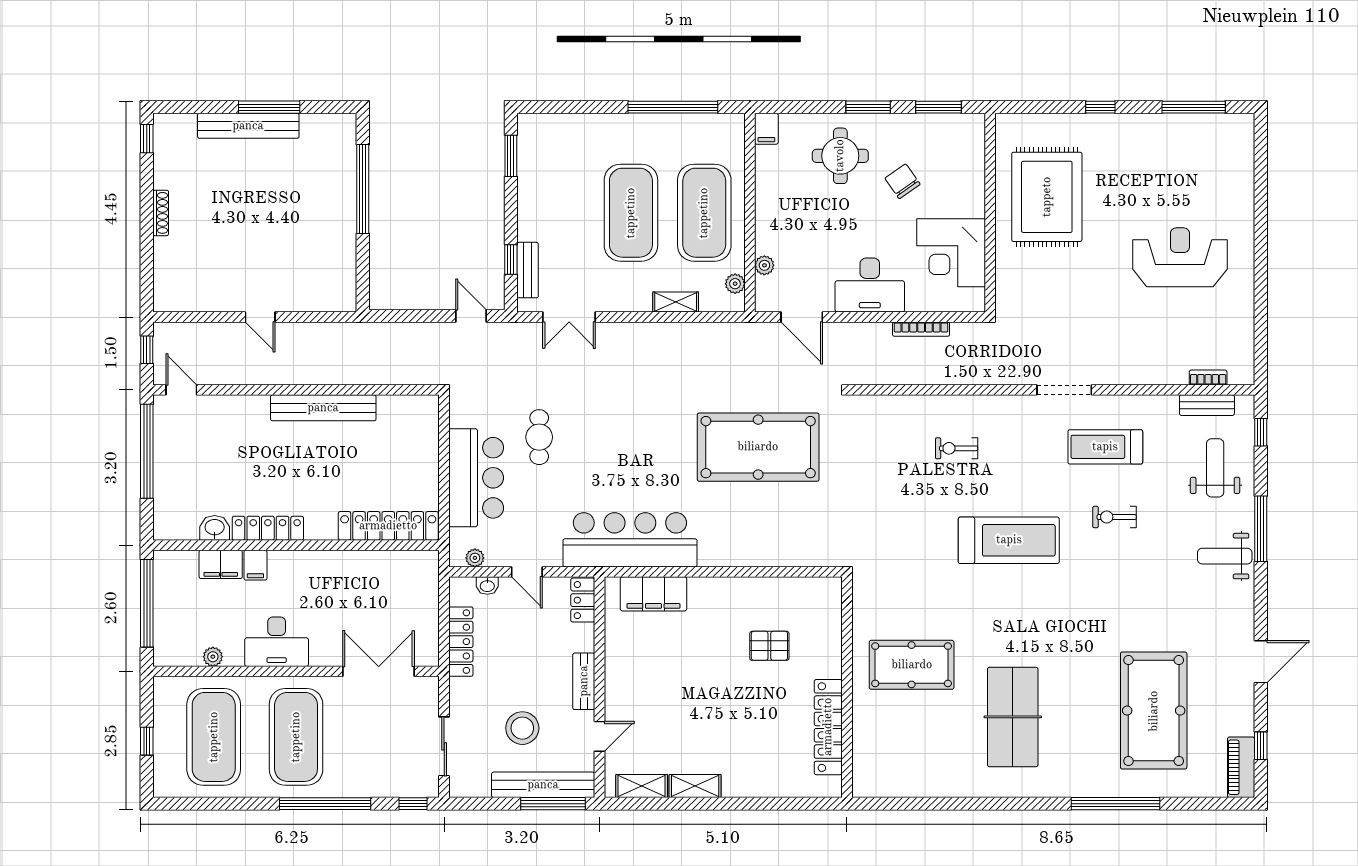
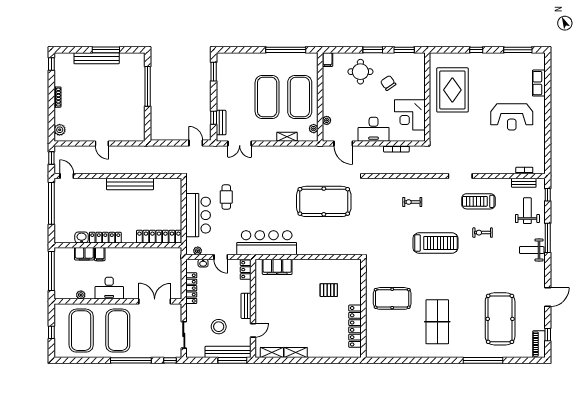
row of seats: (1241, 182) -> (539, 83), added
reception desk: (1180, 257) -> (512, 117), turned 180
plant: (166, 286) -> (60, 130), added

